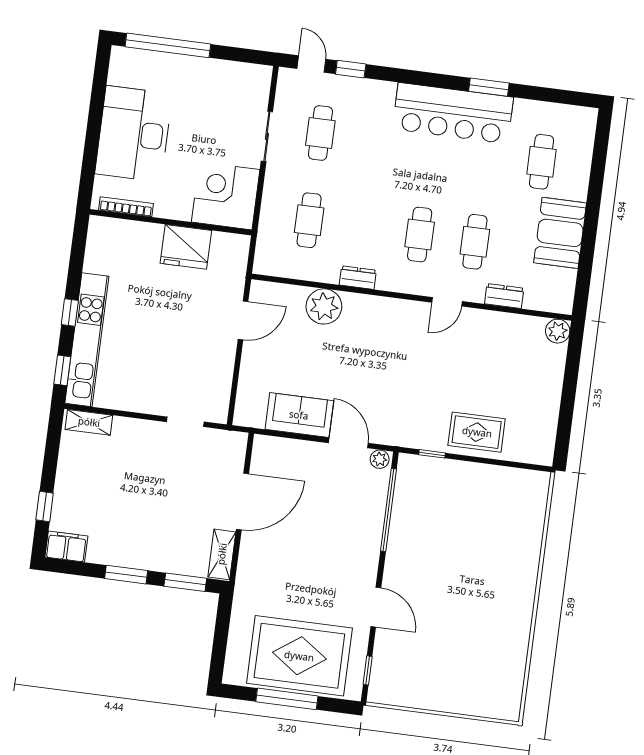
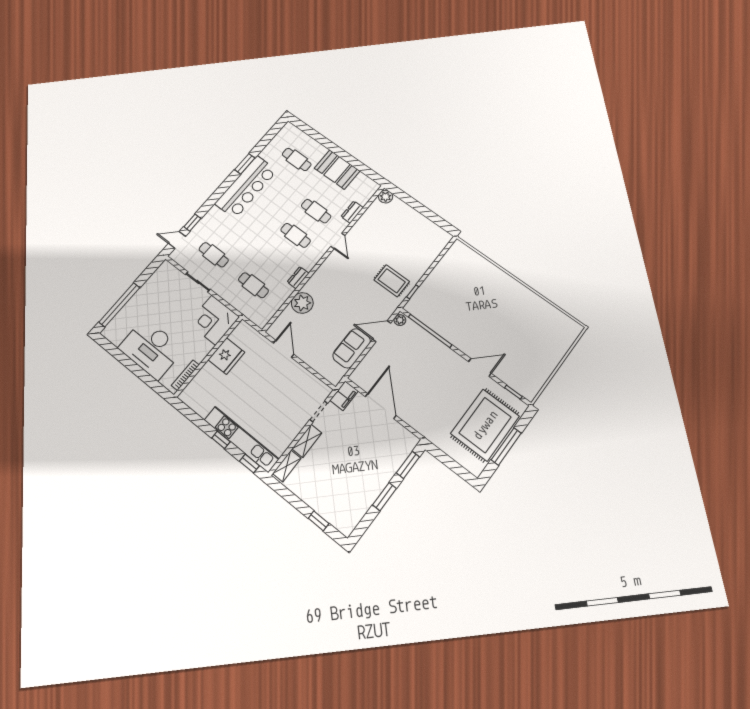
rug: (477, 432) -> (392, 281), moved, turned 90
filing cabinet: (66, 547) -> (344, 396), moved, turned 180
shelving: (222, 554) -> (307, 441), moved, turned 90

